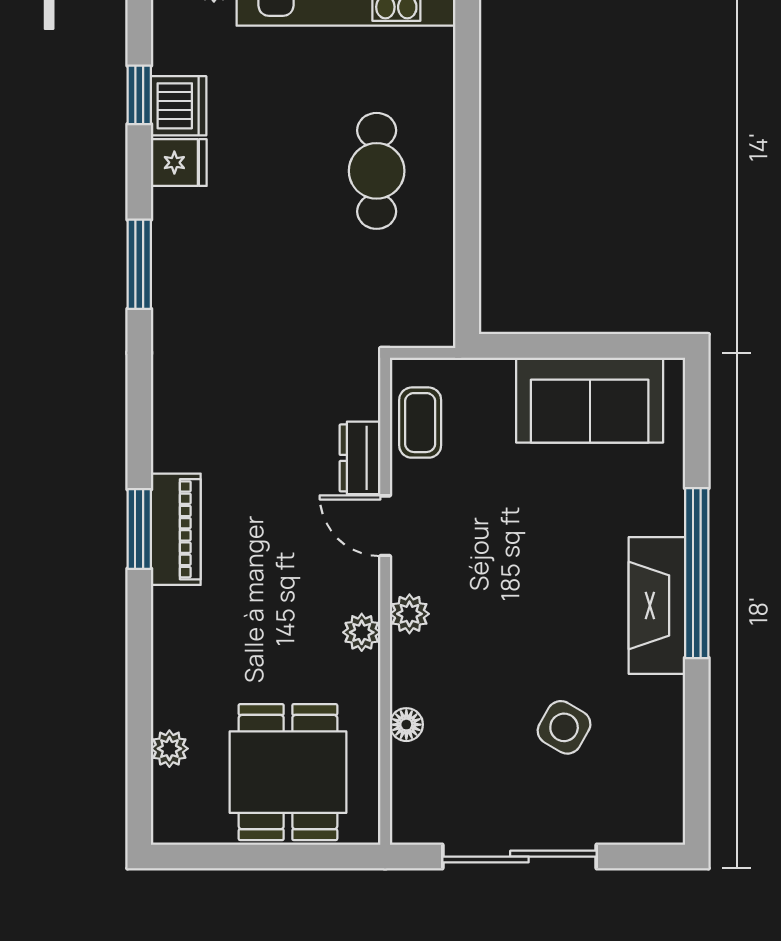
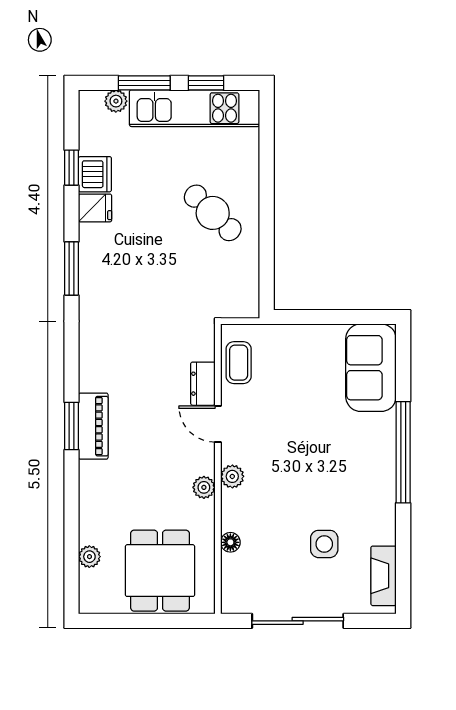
cafe table: (377, 171) -> (213, 213), turned -46
sofa: (590, 400) -> (371, 368), moved, turned 90
fireplace: (657, 605) -> (384, 576), moved, width x0.73, depth x0.76
side table: (564, 727) -> (324, 544), turned -30

